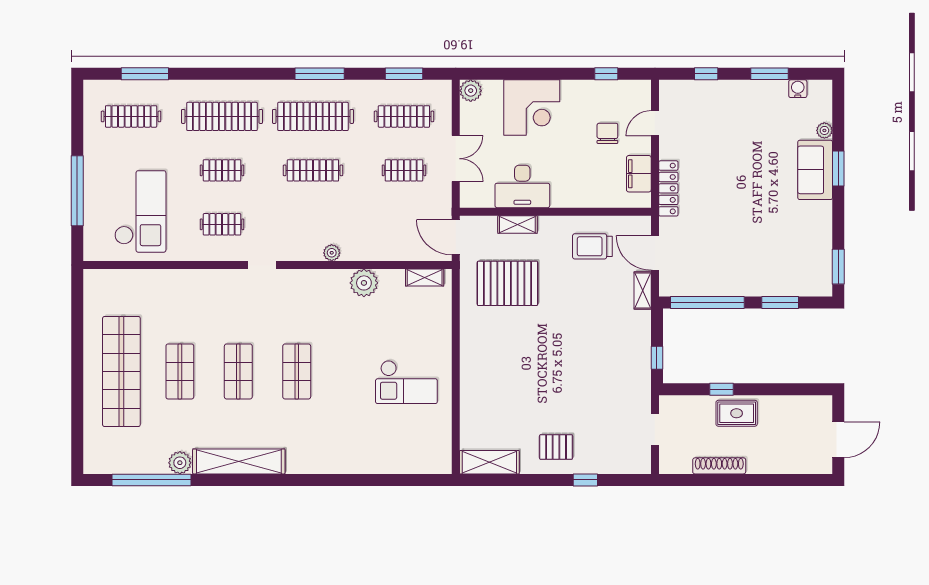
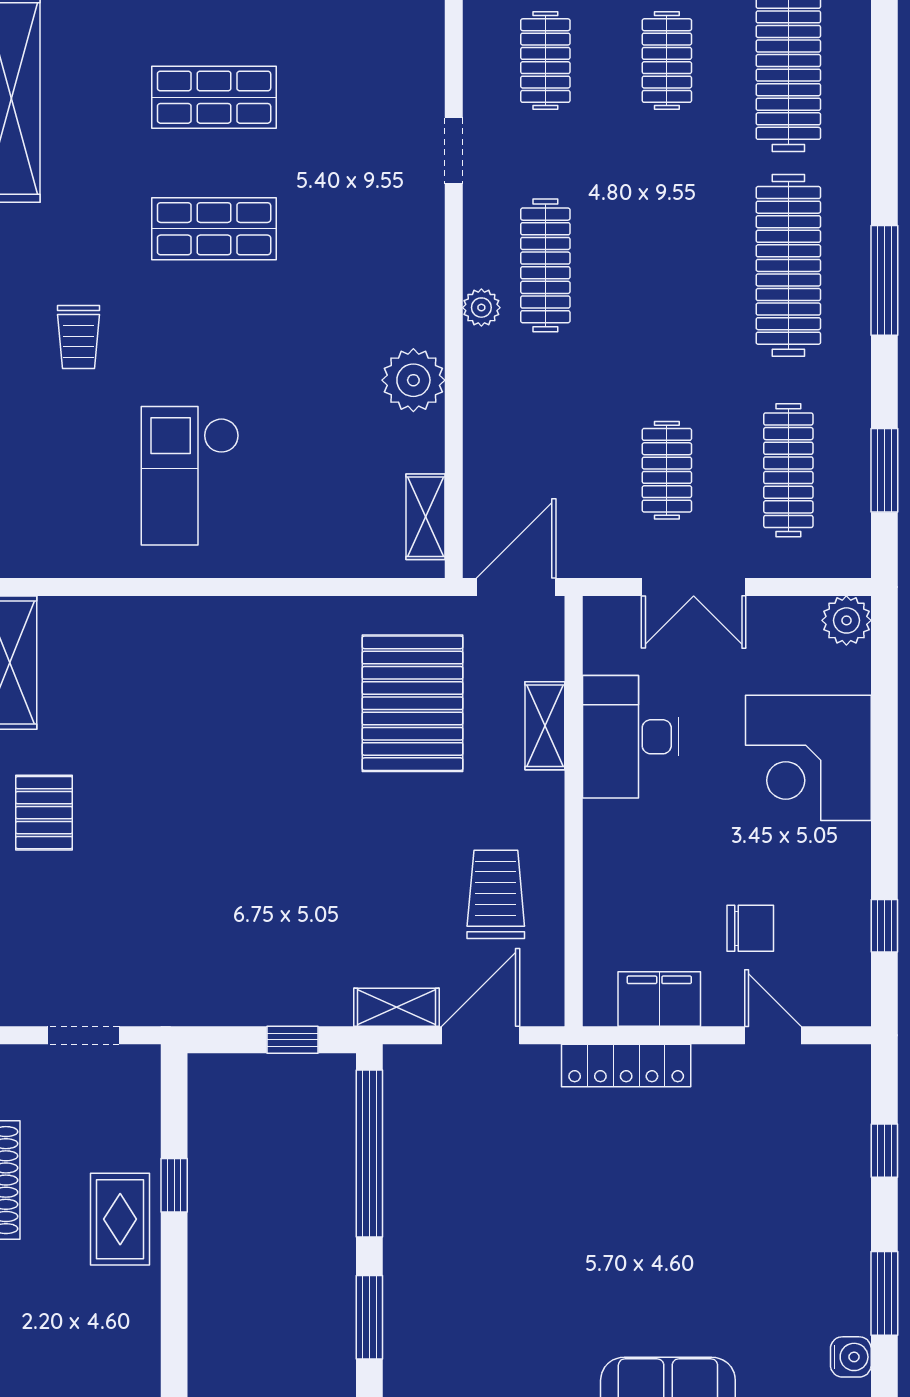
clothes rail: (313, 170) -> (545, 265), moved
window: (657, 358) -> (292, 1040), moved
trolley: (345, 432) -> (79, 337), added

